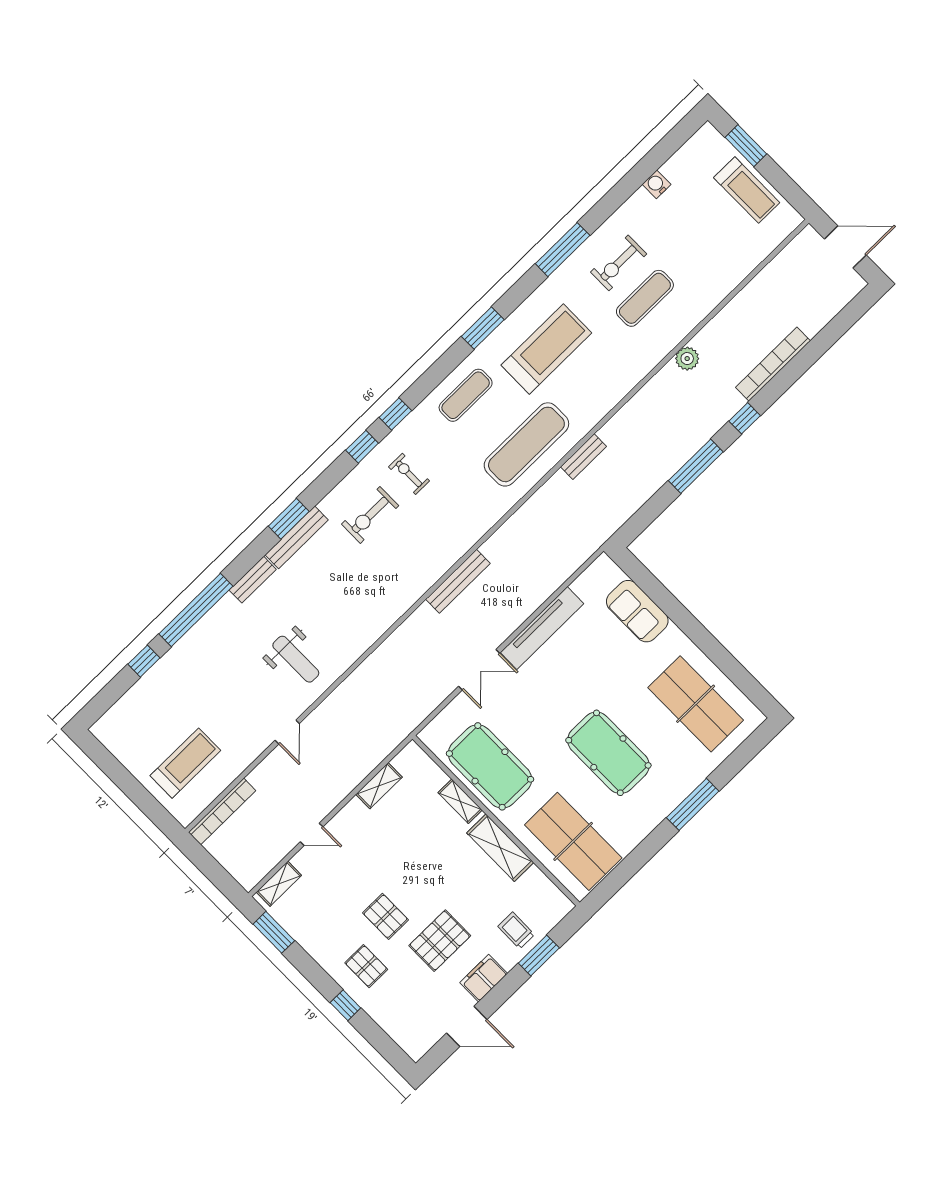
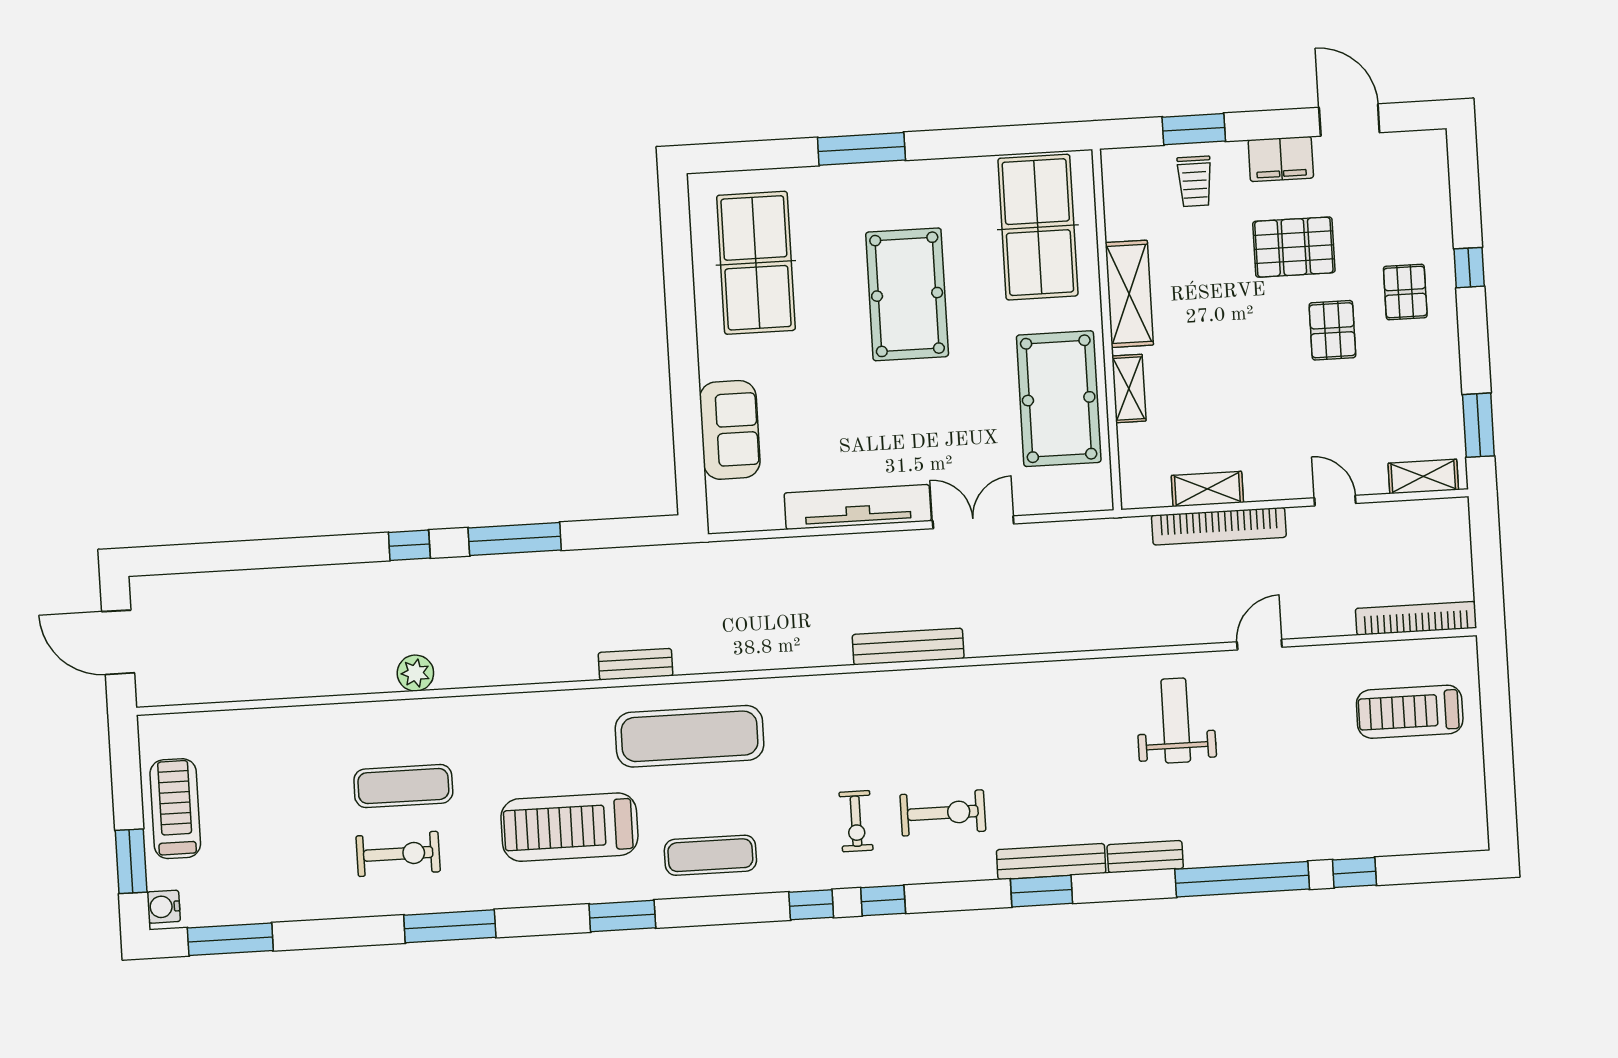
window: (664, 150) -> (230, 939), added
water cooler: (657, 184) -> (164, 907), moved, turned 90
bookcase: (773, 364) -> (1219, 526), moved

